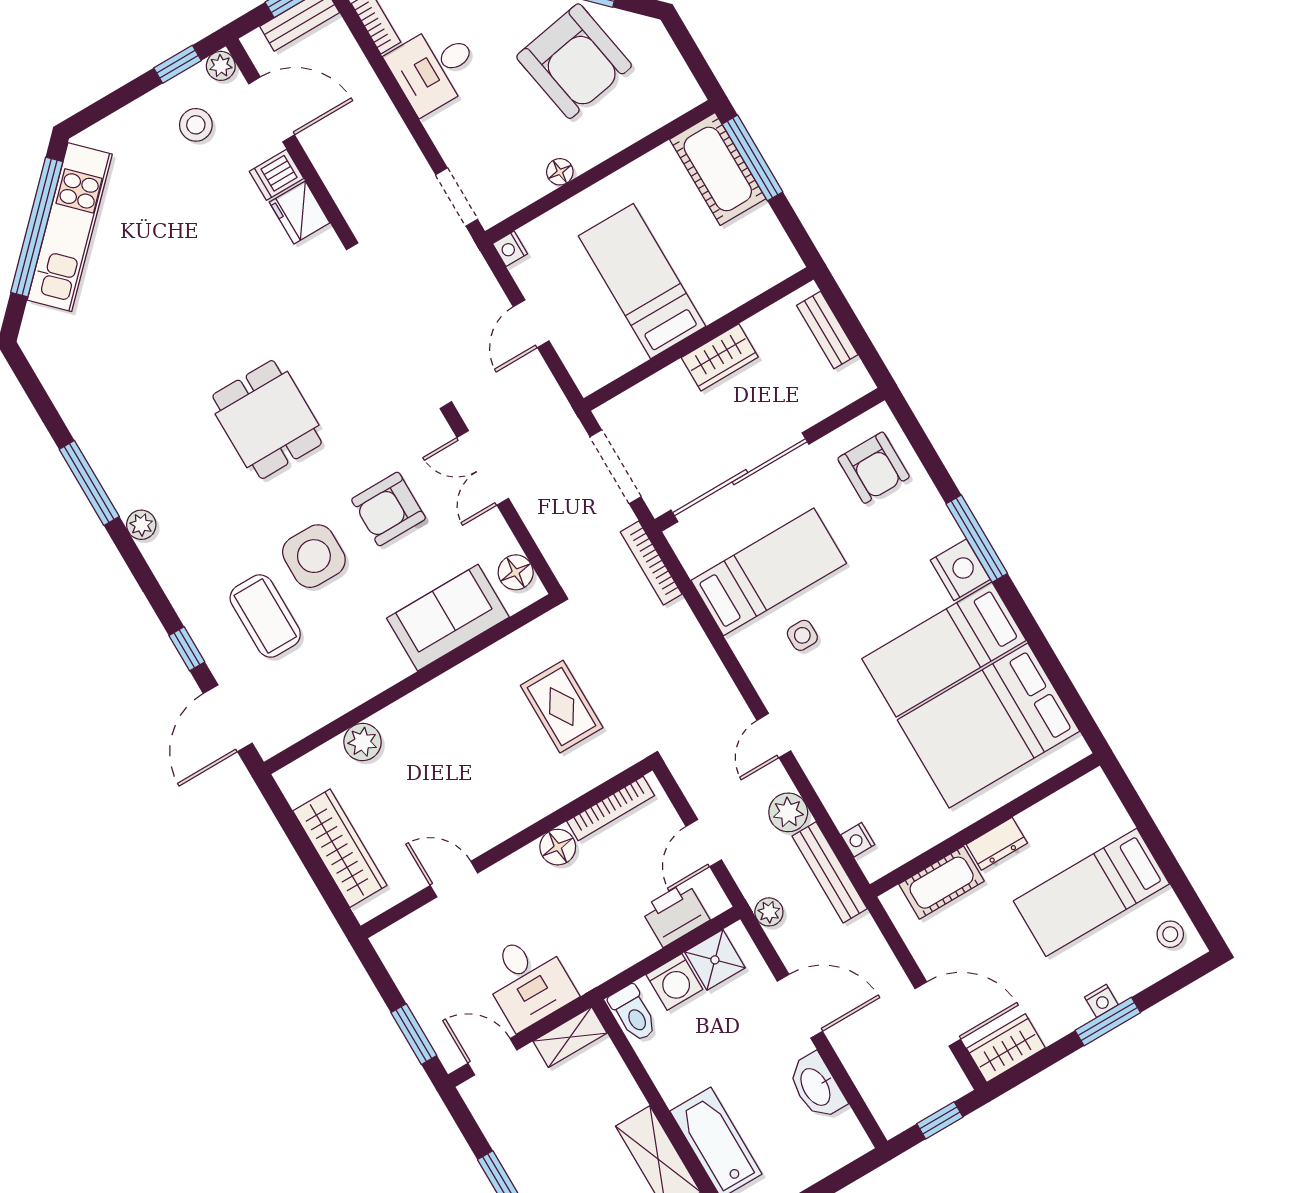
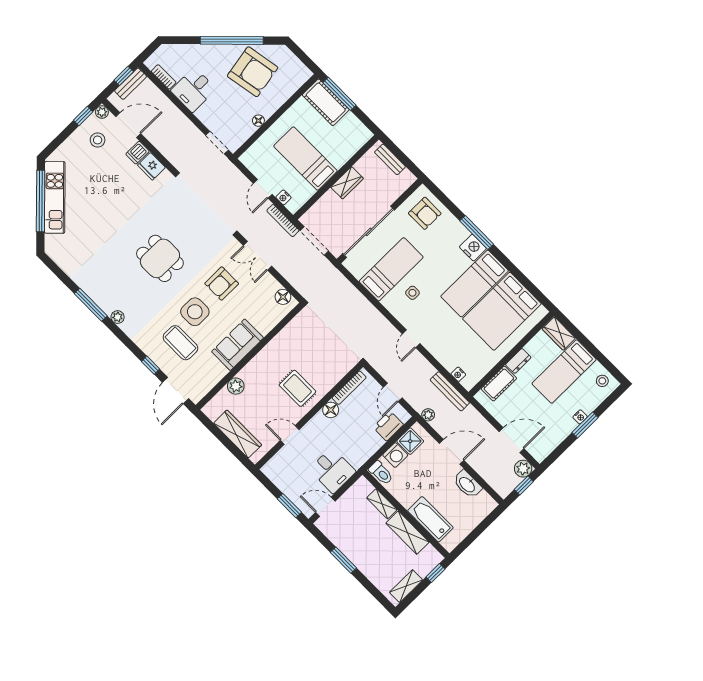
nightstand: (510, 249) -> (283, 197), moved
bookcase: (651, 563) -> (283, 221), moved
sofa: (448, 618) -> (238, 345), moved
rug: (562, 707) -> (297, 388), moved
plant: (788, 812) -> (523, 469), moved
shelving: (570, 1037) -> (382, 504), moved, turned 90
wardrobe: (1006, 1048) -> (559, 334), moved, turned -90

